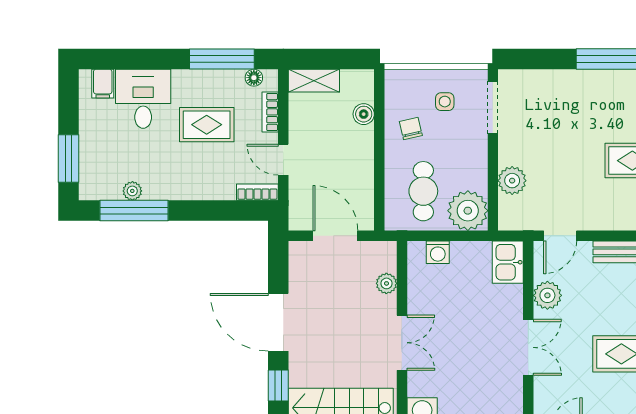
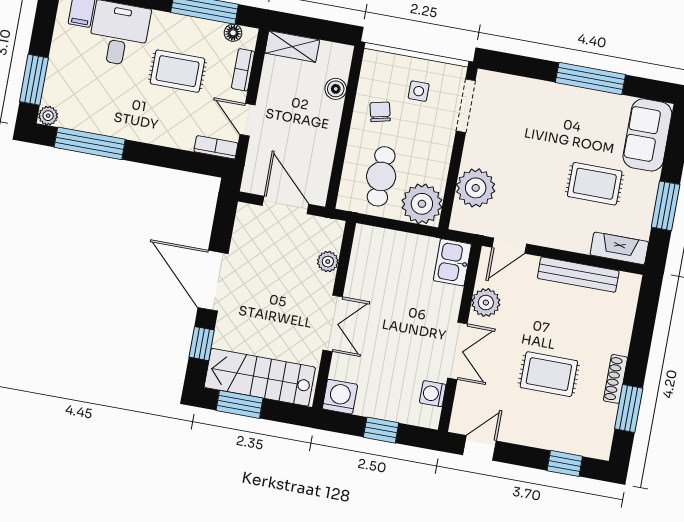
plant: (512, 181) -> (476, 188), width x1.36, depth x1.36
plant: (132, 191) -> (48, 116), moved
washing machine: (438, 252) -> (433, 394), moved, turned 90

